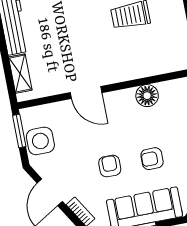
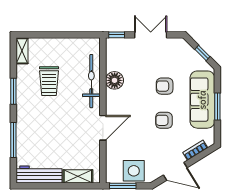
bicycle: (141, 67) -> (91, 81), added
armchair: (152, 159) -> (165, 86), turned 90

